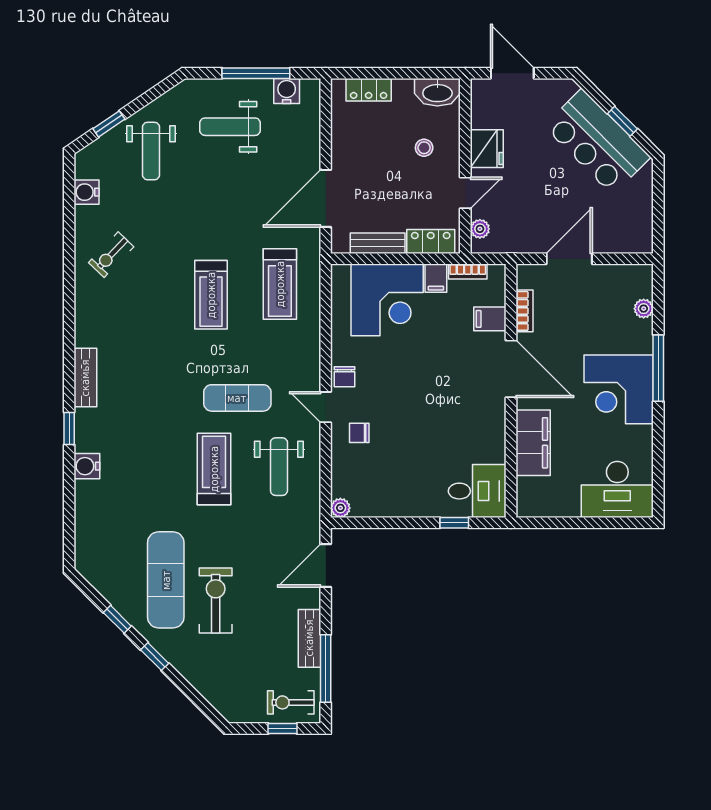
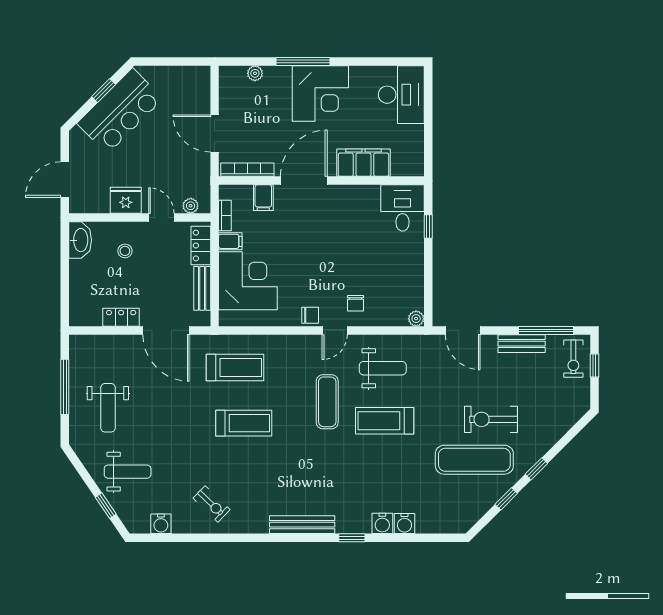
locker: (369, 90) -> (121, 317), moved, turned -90
water cooler: (287, 91) -> (405, 523), moved, turned -90
bookcase: (524, 311) -> (247, 170), width x1.56
bench: (85, 378) -> (302, 525), width x1.36

